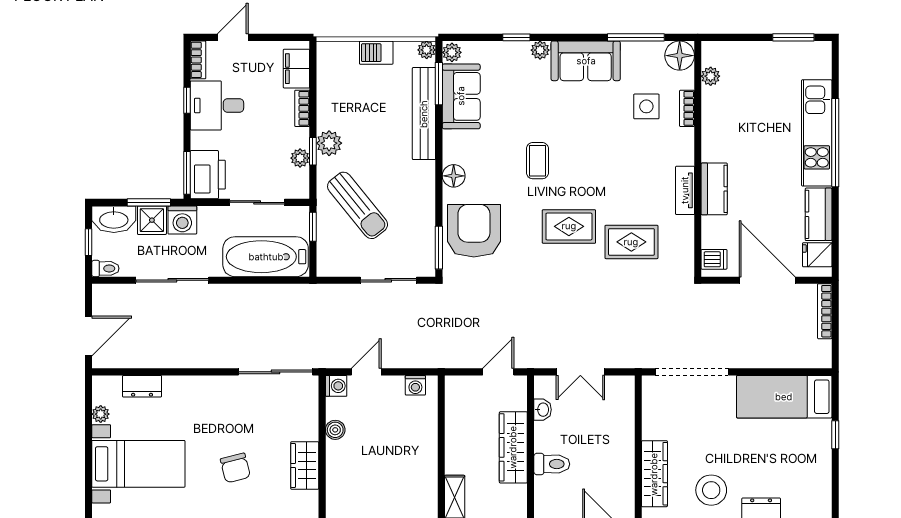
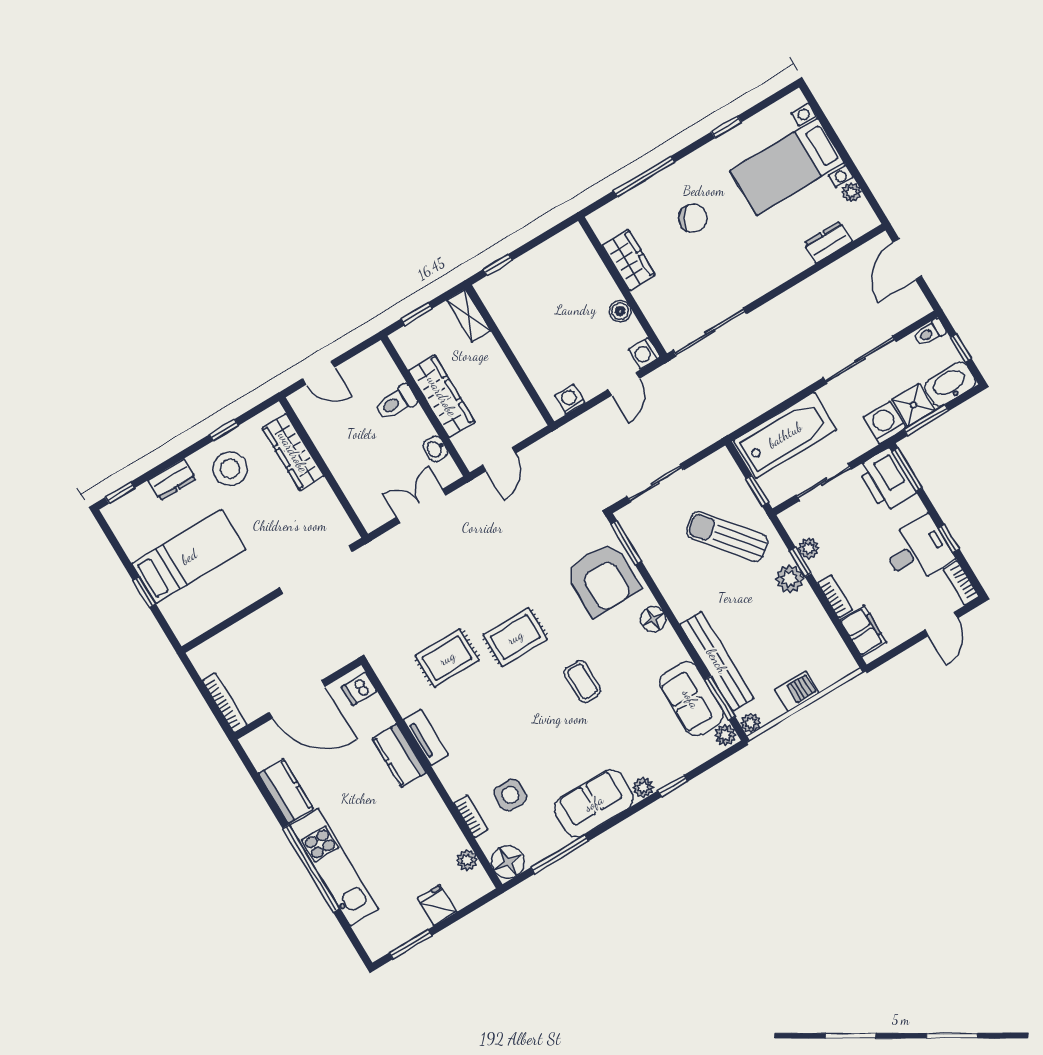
fridge: (817, 255) -> (437, 905), moved, turned -90
bed: (784, 397) -> (189, 557), moved
chair: (235, 468) -> (693, 218), turned 137

